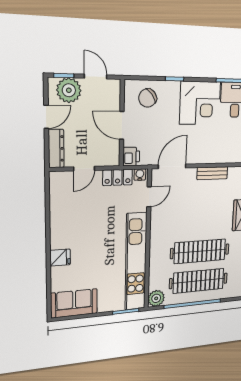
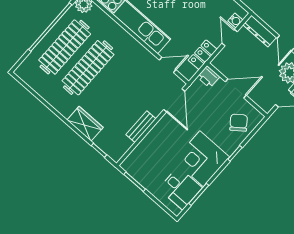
water cooler: (140, 175) -> (235, 20), moved
door: (149, 197) -> (168, 65), swing flipped

